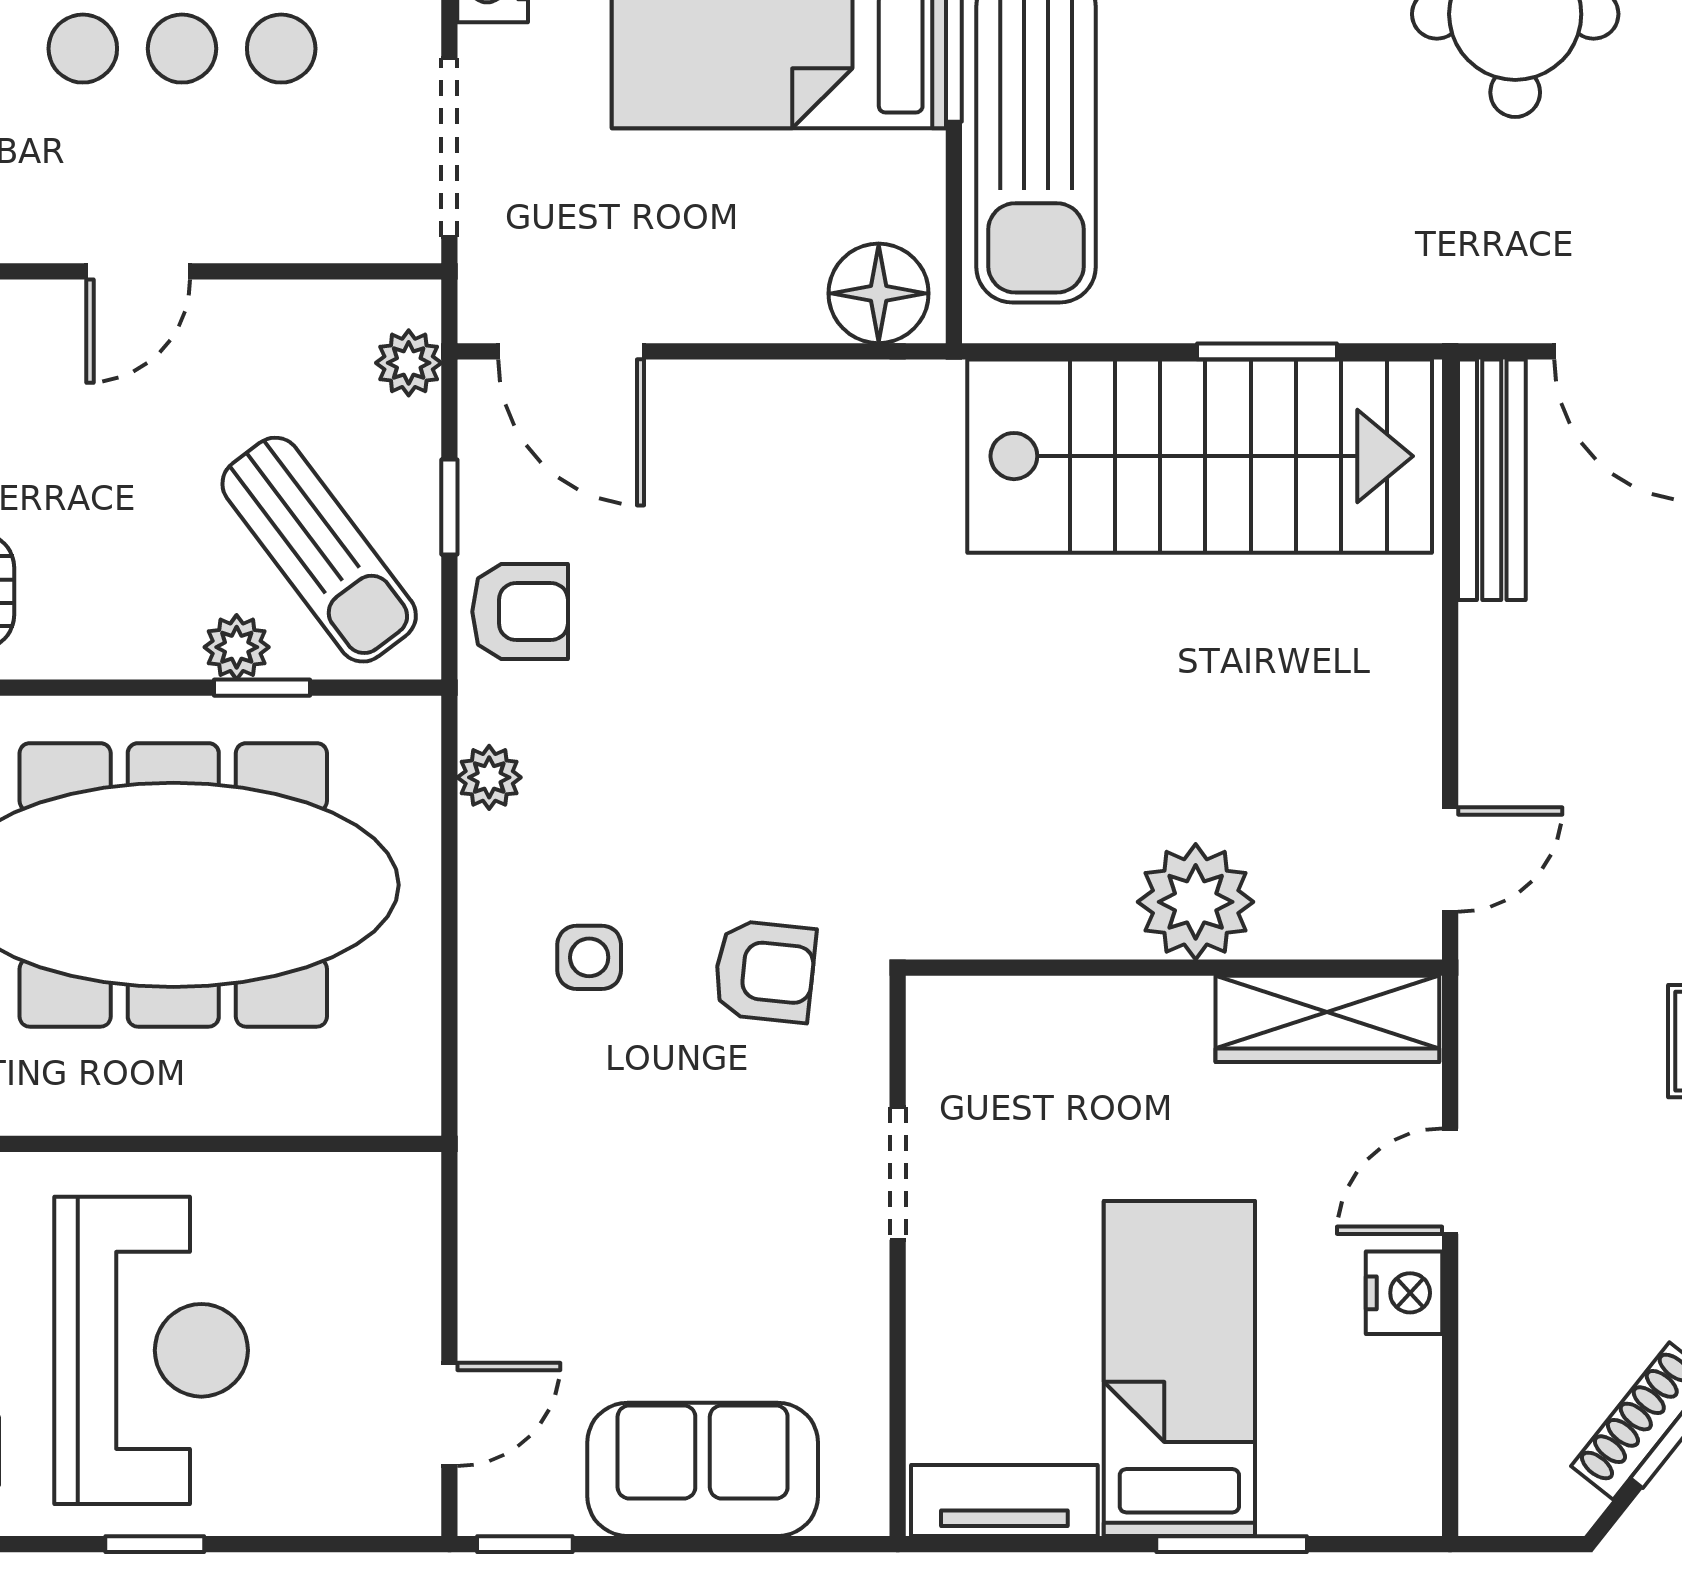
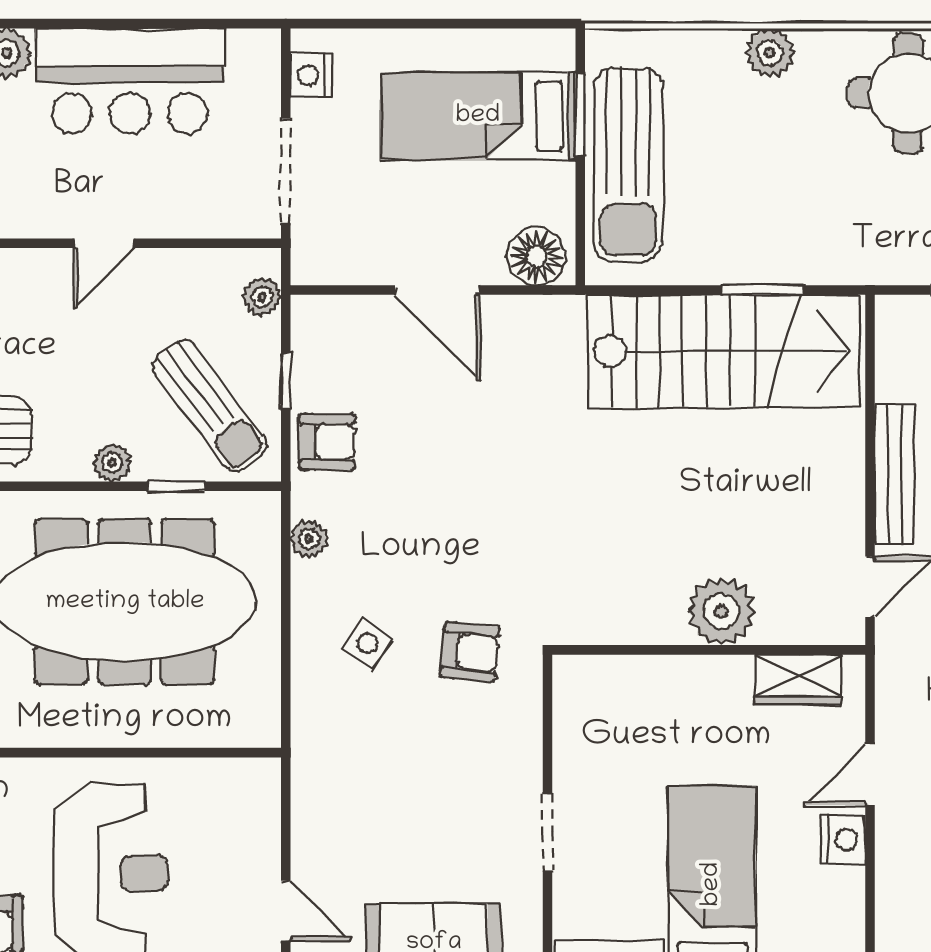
door: (571, 351) -> (437, 290), moved
bench: (1492, 480) -> (894, 475), moved
plant: (237, 647) -> (112, 463), moved
side table: (589, 957) -> (367, 644), turned 36
wardrobe: (1327, 1019) -> (798, 680), width x0.67
doorway: (898, 1173) -> (547, 832), moved
door: (449, 1414) -> (286, 911), hinge flipped

